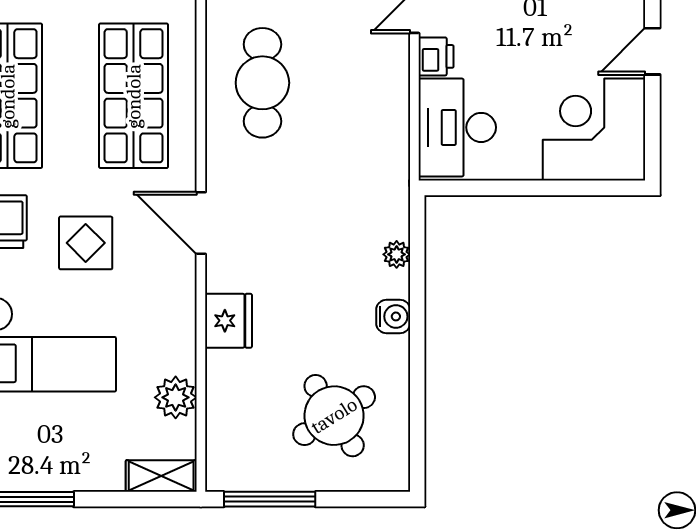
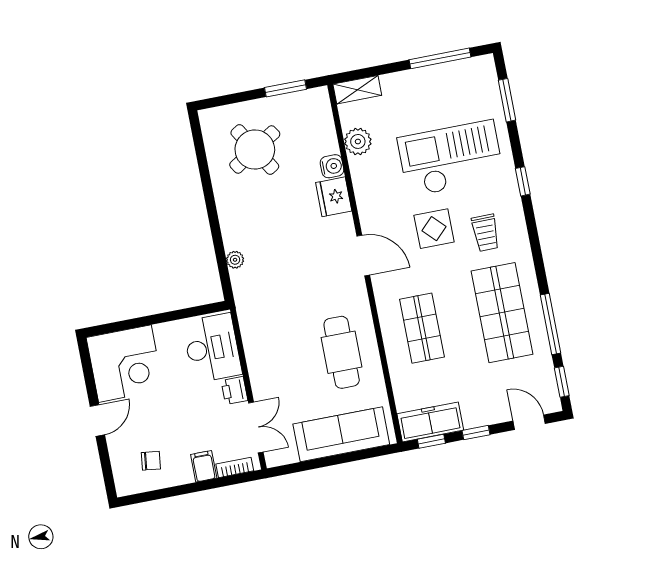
shop shelf: (134, 96) -> (422, 328), width x0.70, depth x0.74
water cooler: (393, 316) -> (332, 166), moved, turned 180
window: (270, 499) -> (286, 88), width x0.69

